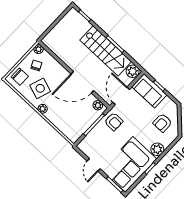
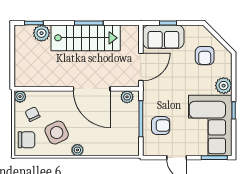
plant: (133, 71) -> (41, 33), moved
door: (82, 82) -> (92, 89), hinge flipped
side table: (40, 88) -> (57, 133), turned 45
door: (121, 96) -> (141, 67), swing flipped
armchair: (114, 122) -> (161, 126), moved

